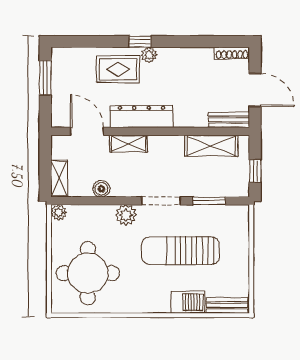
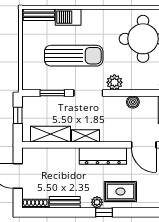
bench: (229, 120) -> (65, 202), moved
shelving: (128, 144) -> (85, 136), moved

